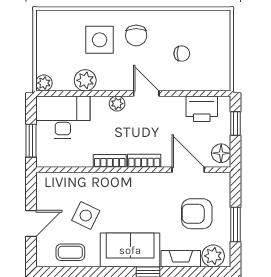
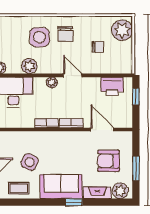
plant: (216, 30) -> (122, 30), added
floor lamp: (221, 153) -> (126, 118), removed

